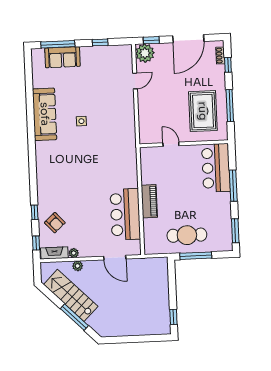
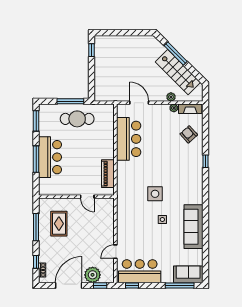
window: (100, 42) -> (132, 286), moved
plant: (145, 53) -> (93, 275), moved
sofa: (62, 57) -> (188, 274), moved
bar counter: (105, 59) -> (140, 271), added
rug: (203, 111) -> (59, 224), width x0.73, depth x0.70
side table: (91, 151) -> (155, 194), added
bar counter: (216, 168) -> (50, 157), moved
piano: (149, 201) -> (108, 174), moved
window: (35, 212) -> (205, 161), moved
window: (36, 243) -> (205, 118), removed

